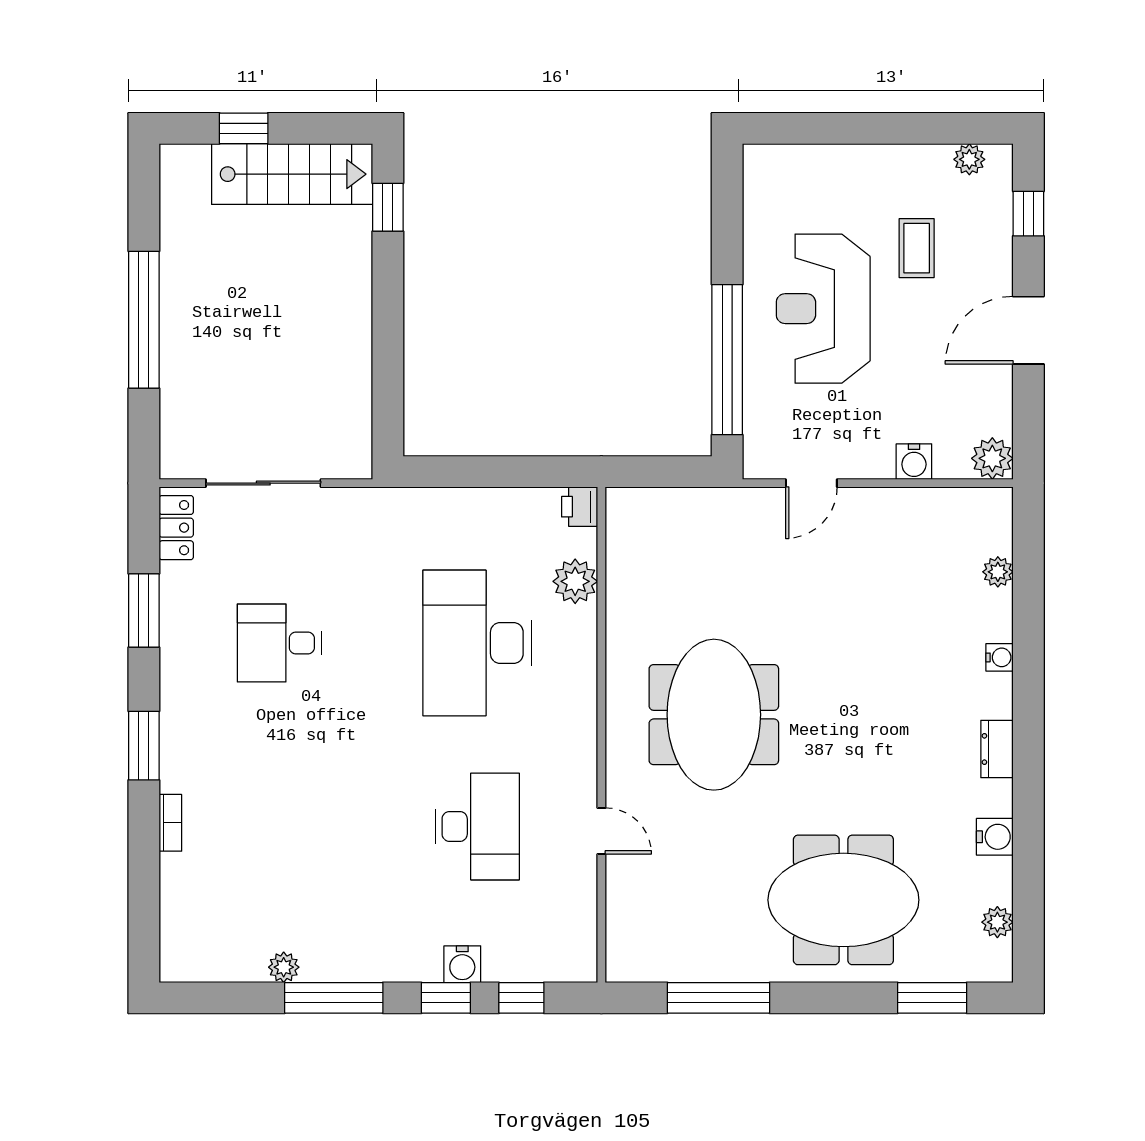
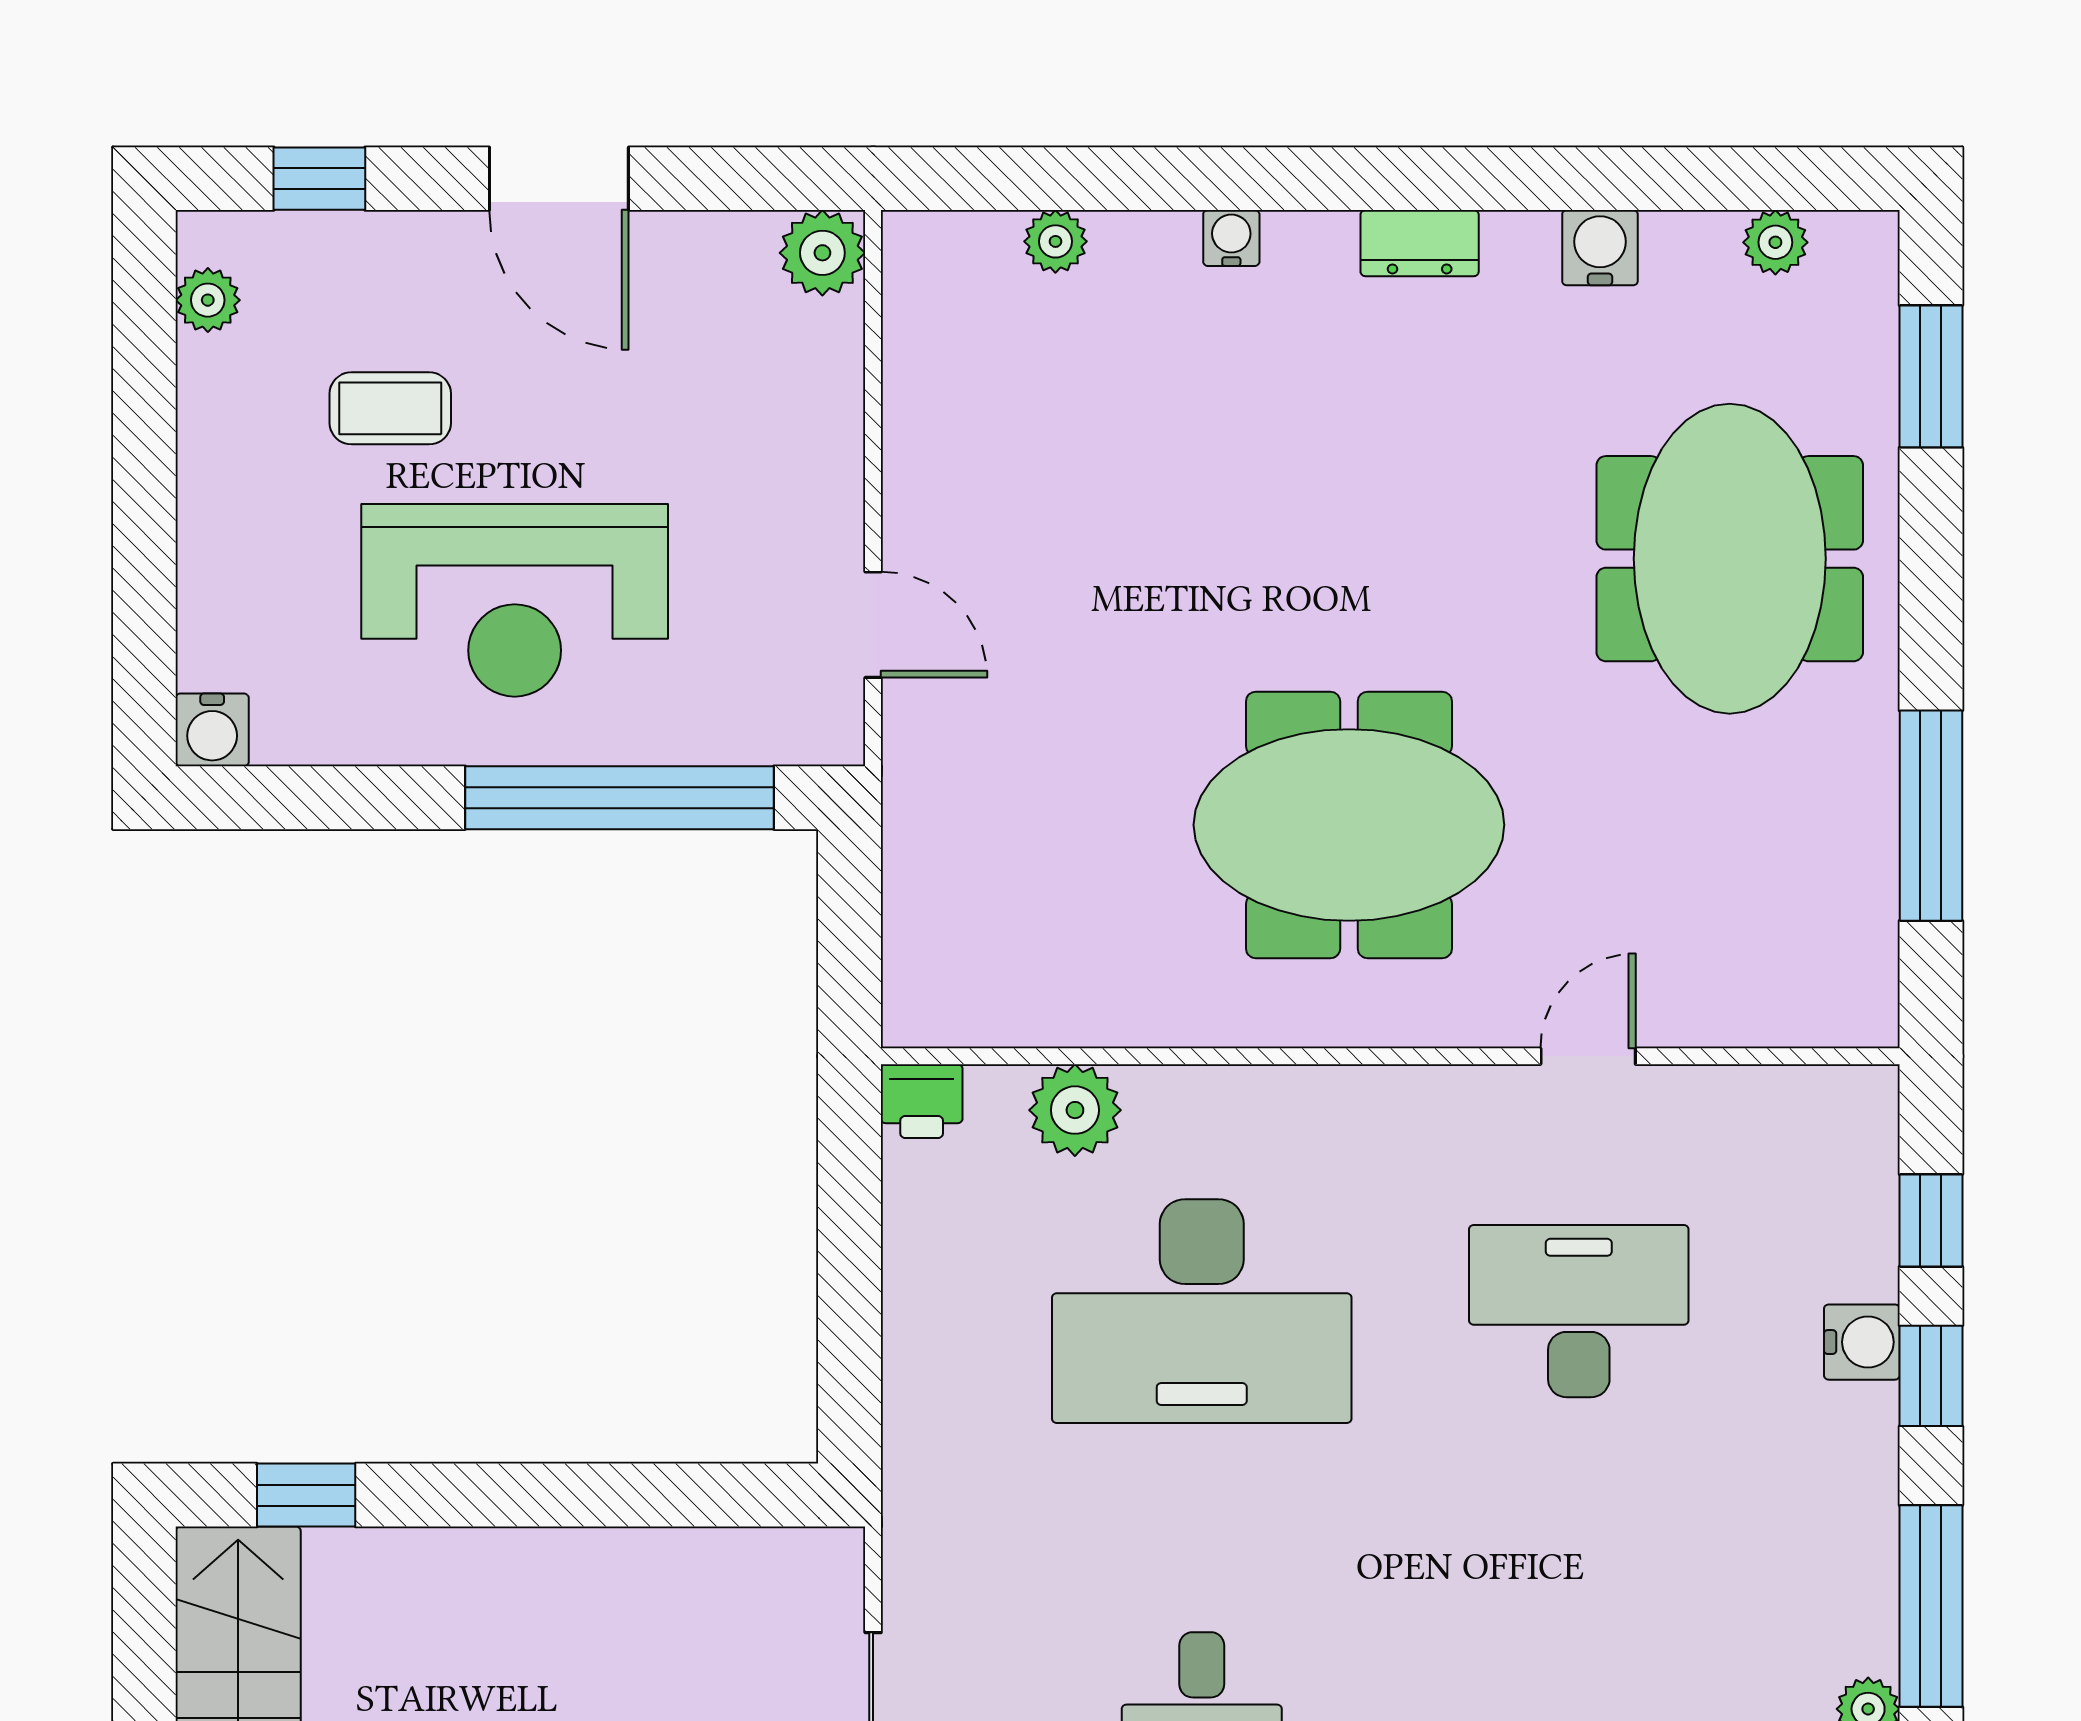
water cooler: (914, 462) -> (212, 730), moved, turned 90

